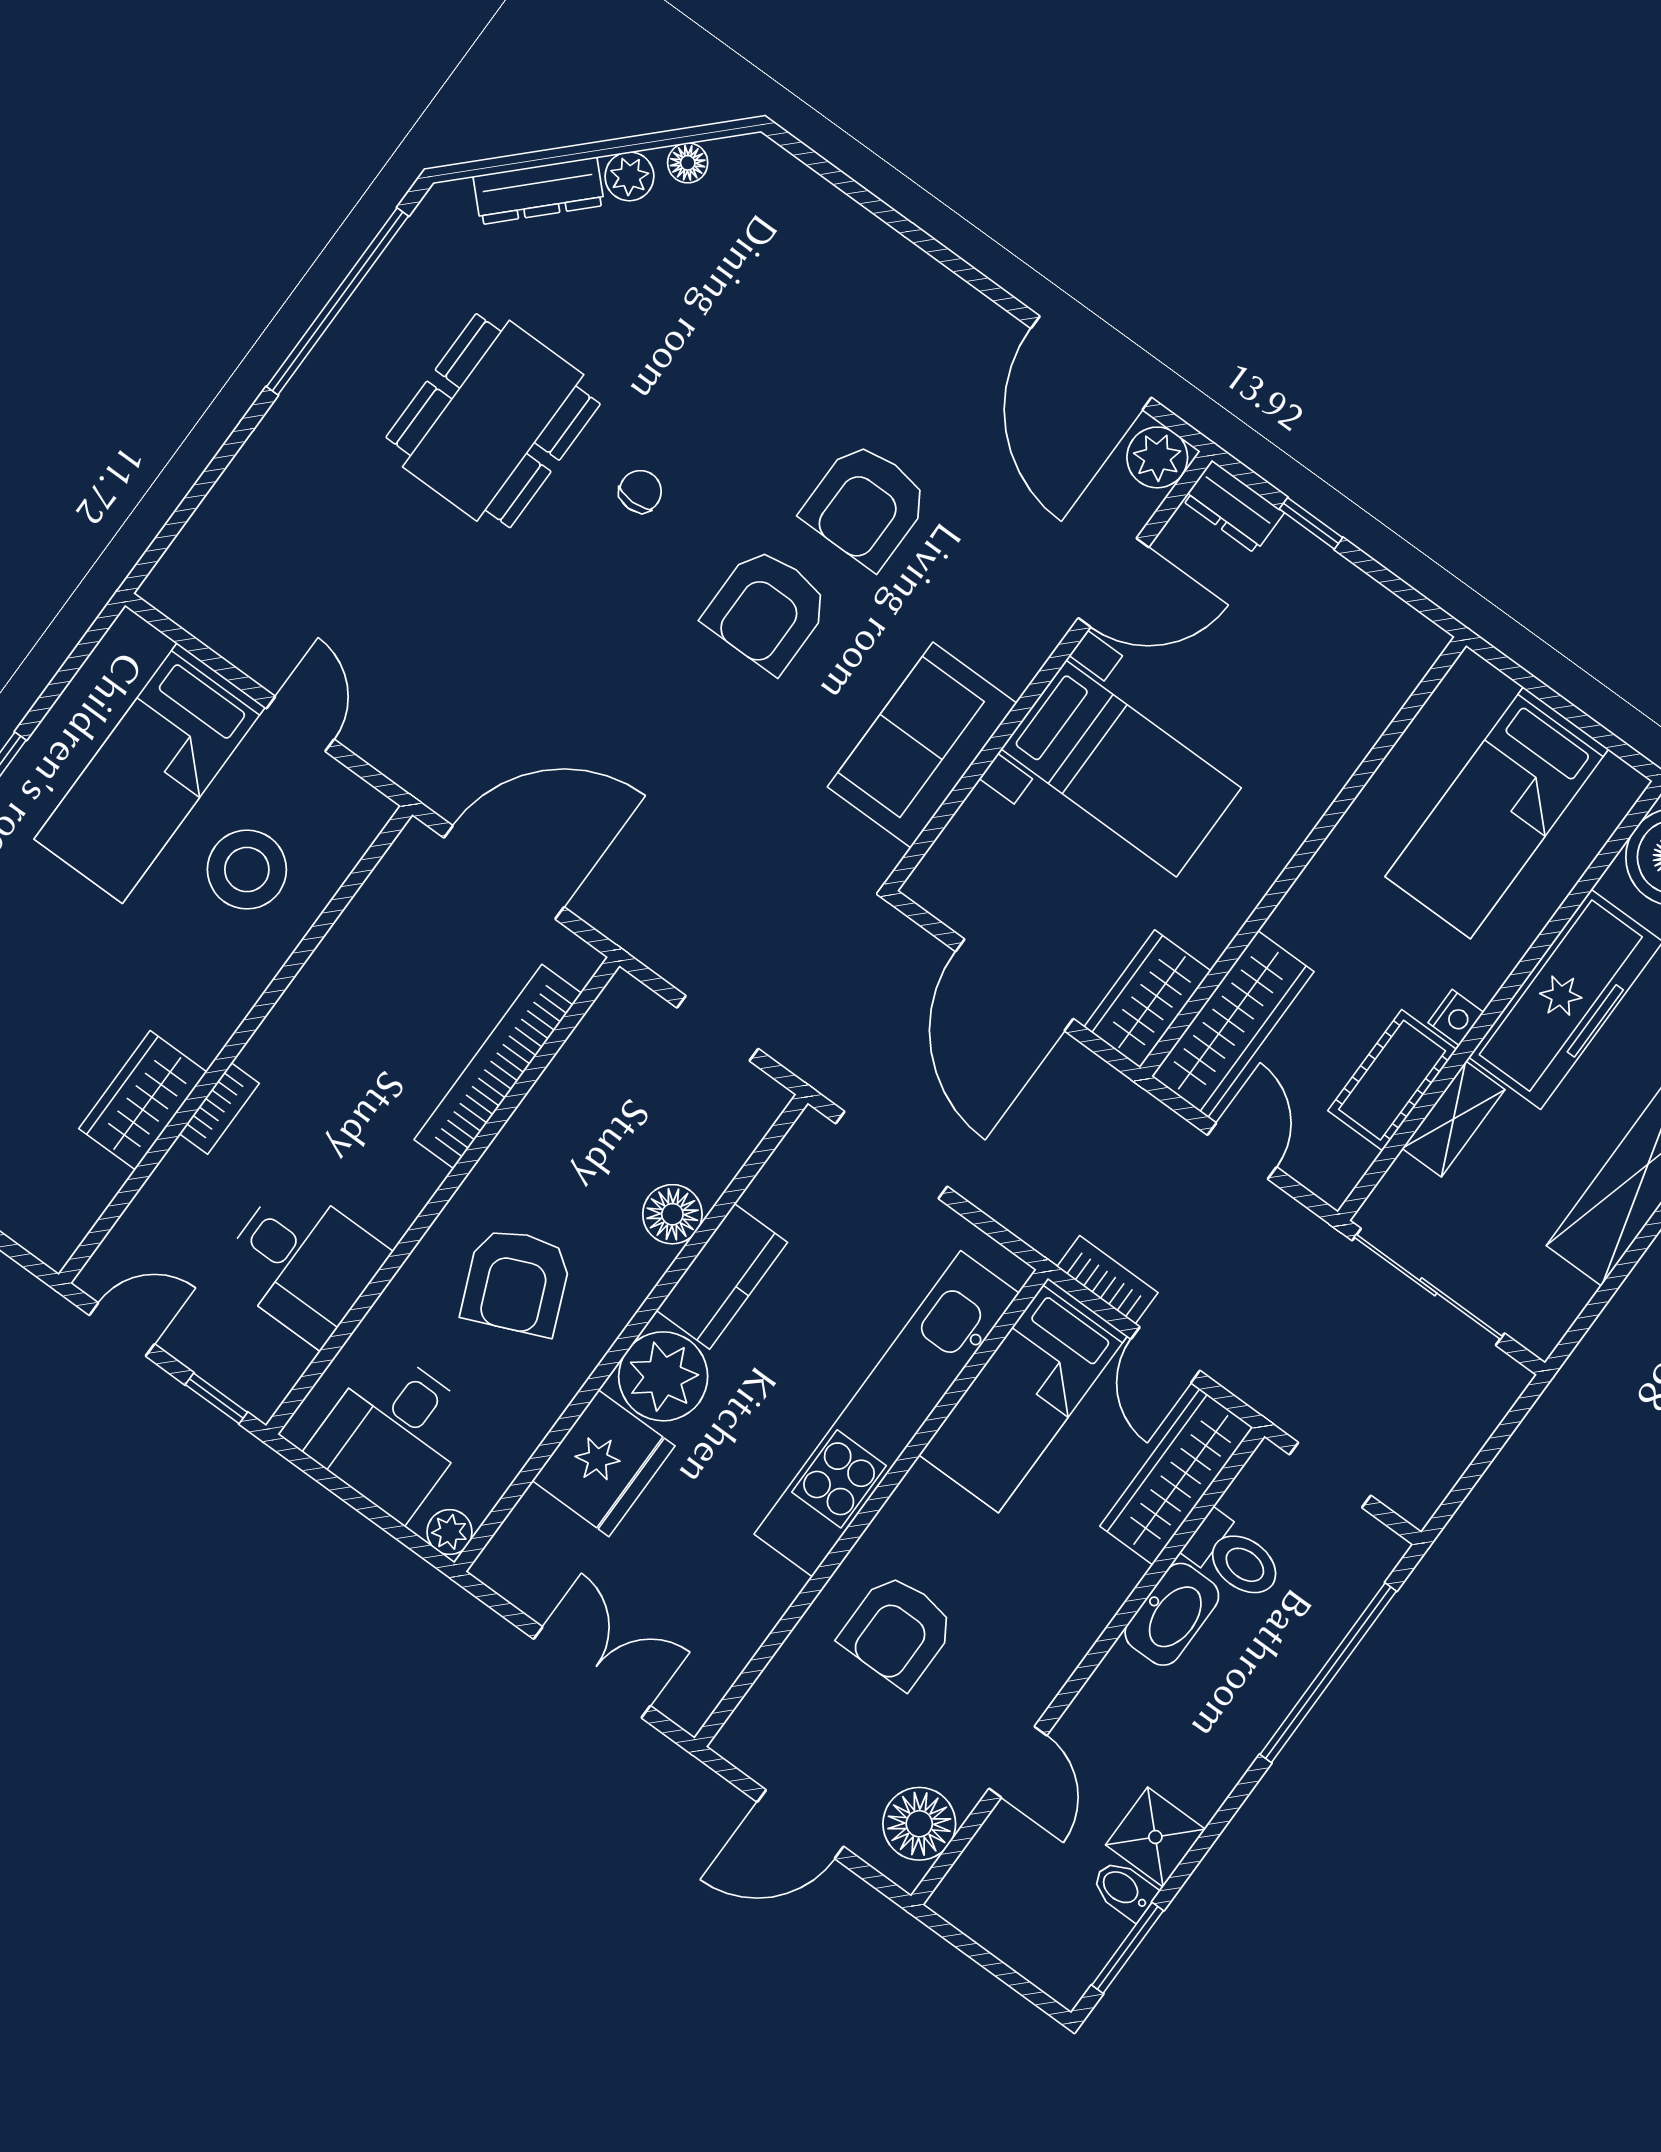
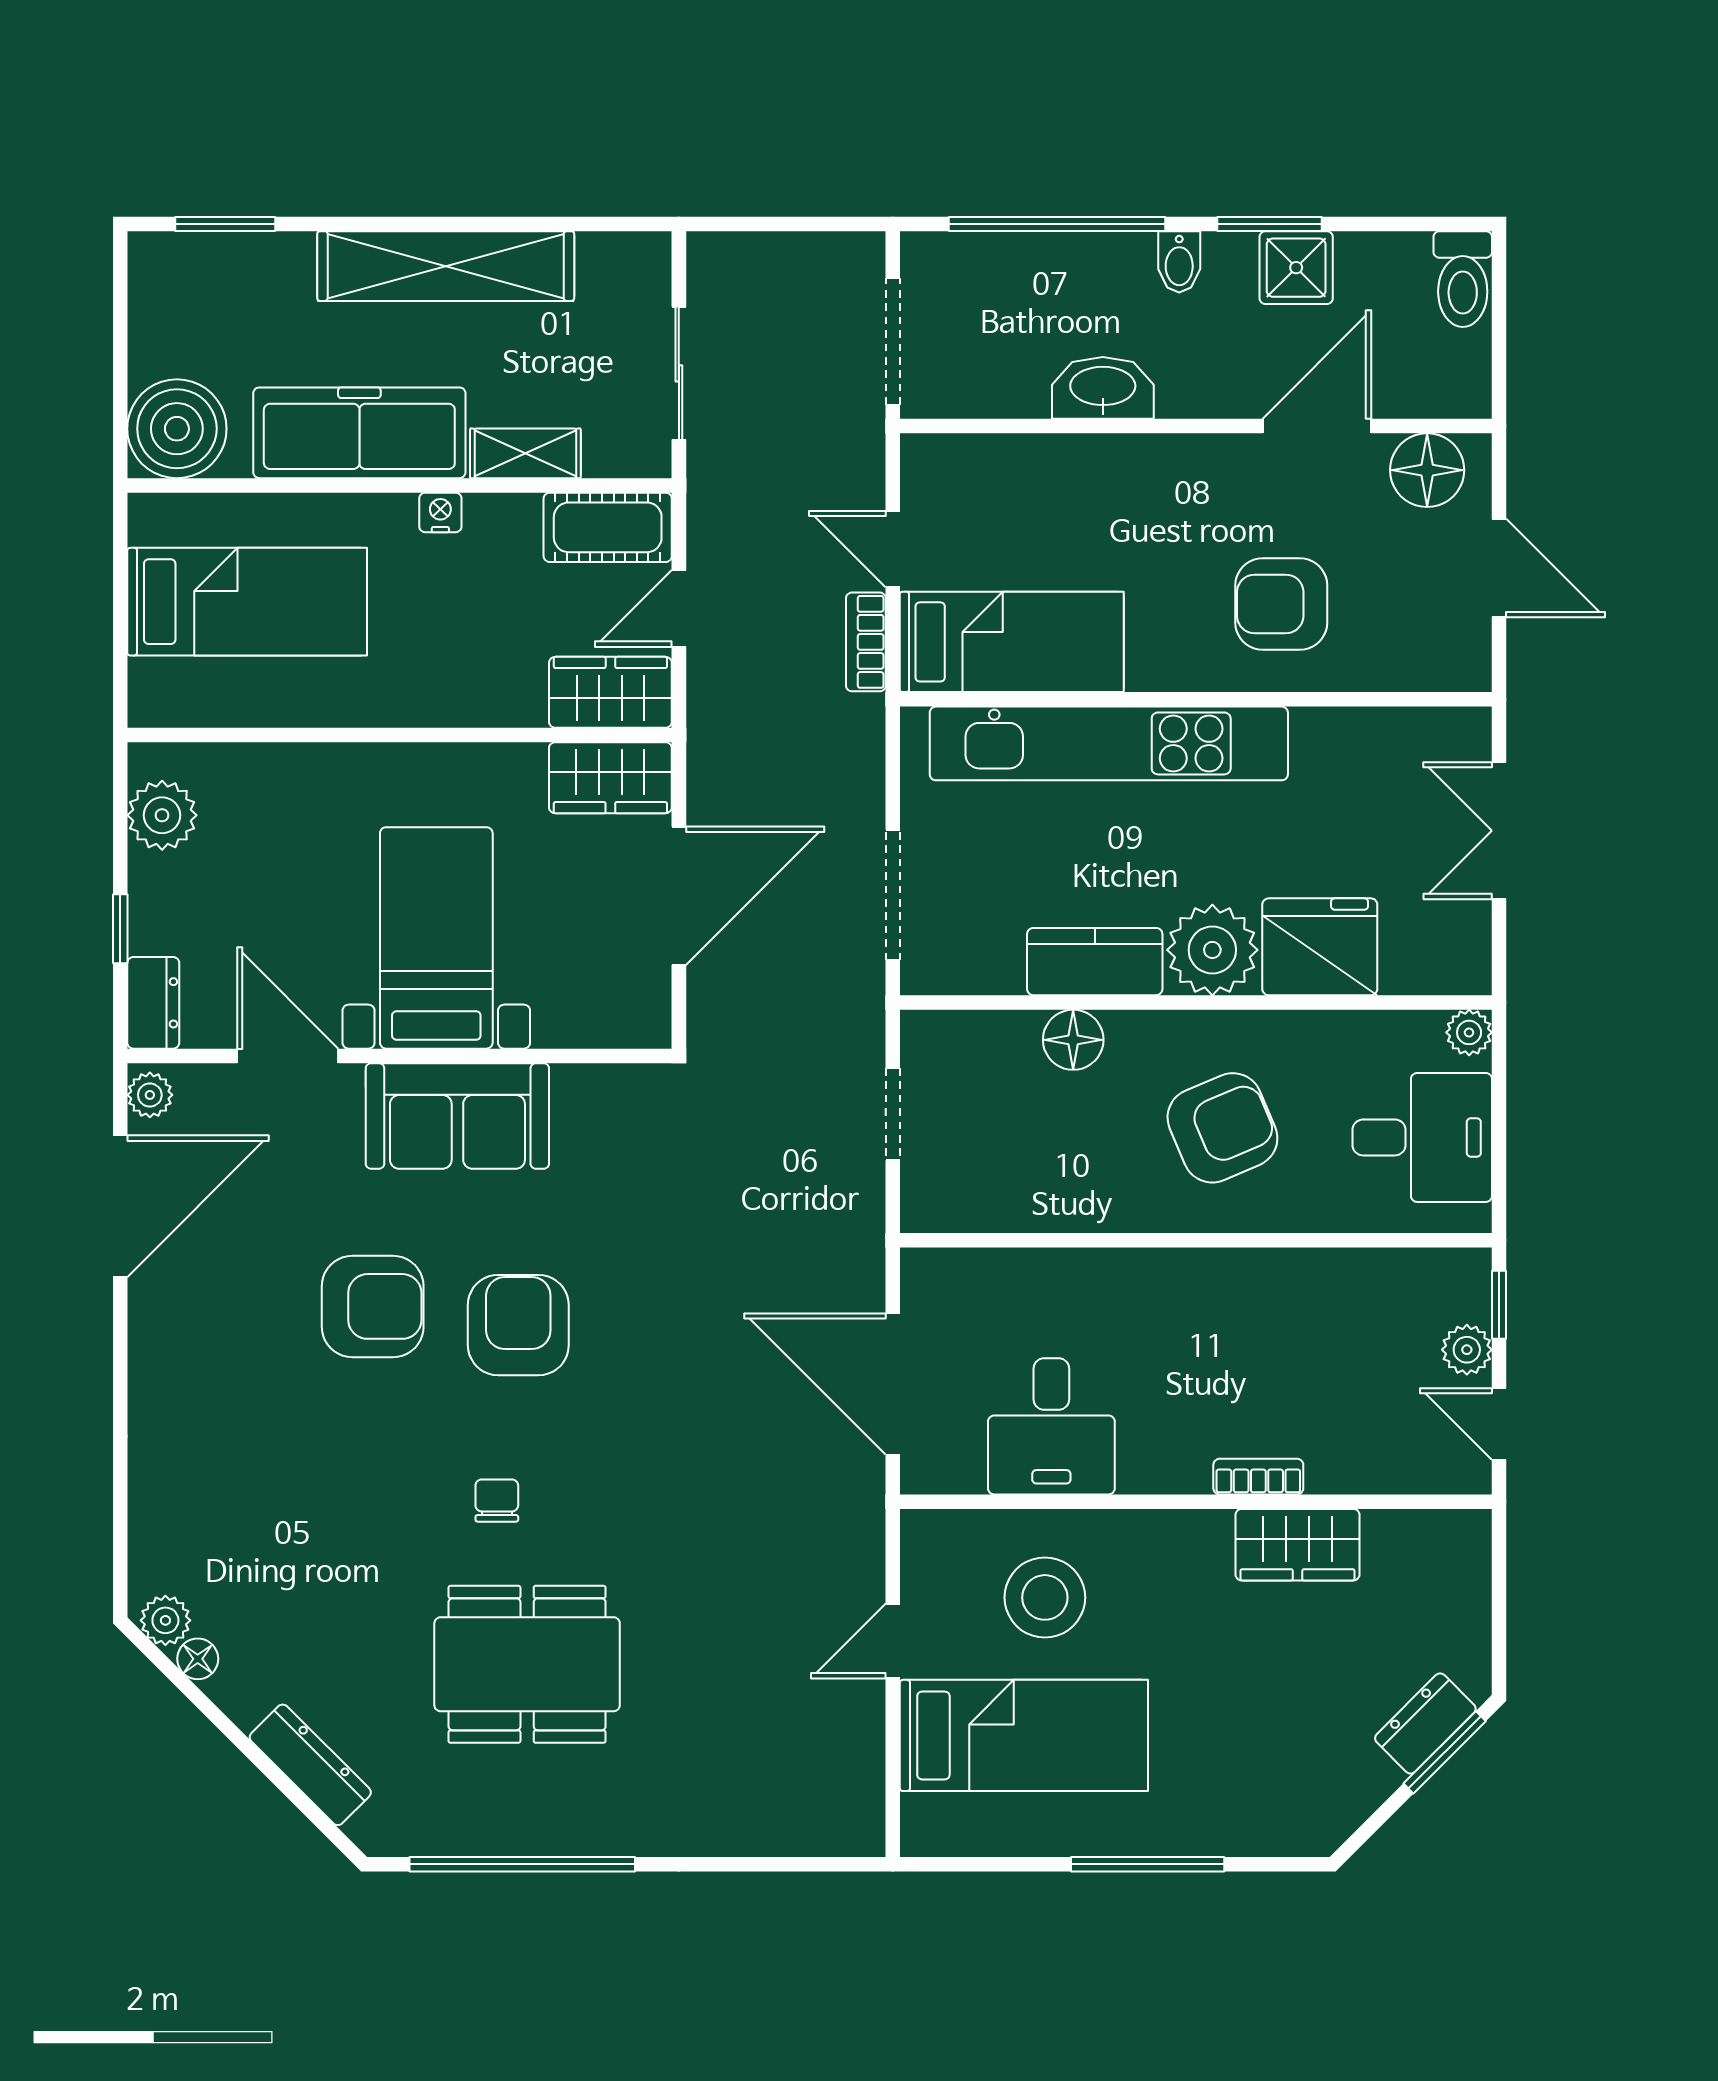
plant: (629, 176) -> (165, 1620), moved
plant: (1157, 457) -> (150, 1095), width x0.73, depth x0.73
chair: (640, 491) -> (497, 1501), turned 90
armchair: (767, 610) -> (518, 1325), turned -90
plant: (1377, 622) -> (162, 815), added
sofa: (922, 745) -> (457, 1116), moved
wardrobe: (1233, 1024) -> (610, 692), width x0.67
bookcase: (498, 1066) -> (1056, 1272), removed
cot: (1392, 1080) -> (608, 527), moved
desk: (303, 1262) -> (1051, 1426), moved, turned 180
sliding door: (1428, 1287) -> (679, 373), width x0.73
plant: (199, 1347) -> (1467, 1350), added
door: (1165, 1355) -> (893, 549), swing flipped
doorway: (1330, 1475) -> (893, 341), width x1.38
wardrobe: (1176, 1477) -> (987, 467), removed
toilet: (1234, 1557) -> (1463, 279), moved, turned 180
armchair: (898, 1631) -> (1281, 604), turned 180
door: (1018, 1762) -> (1317, 426), width x1.38
bidet: (1124, 1890) -> (1179, 262), moved
window: (1128, 1948) -> (1269, 224), moved

